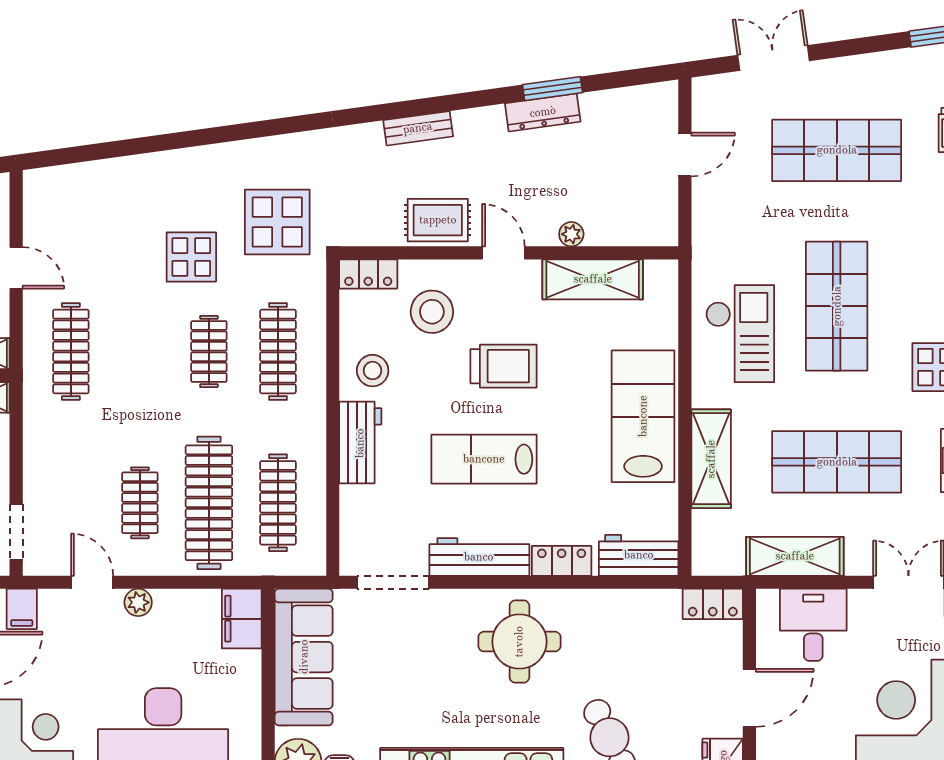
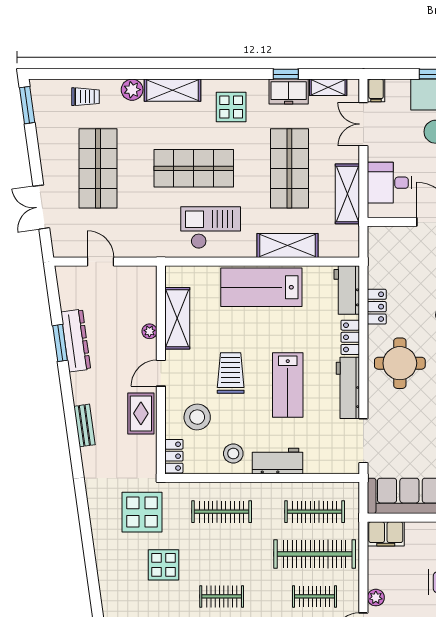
dresser: (543, 112) -> (76, 341), width x1.37, depth x1.24
clothes rail: (209, 351) -> (222, 596), moved
locker: (713, 604) -> (377, 307), moved

